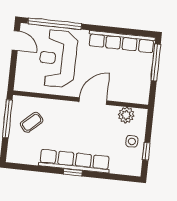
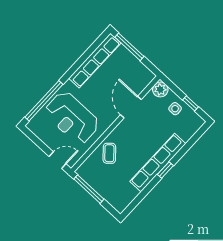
door: (16, 41) -> (58, 160), moved
door: (93, 101) -> (131, 107), moved
plant: (126, 115) -> (160, 89), moved
coffee table: (32, 122) -> (109, 153), moved

